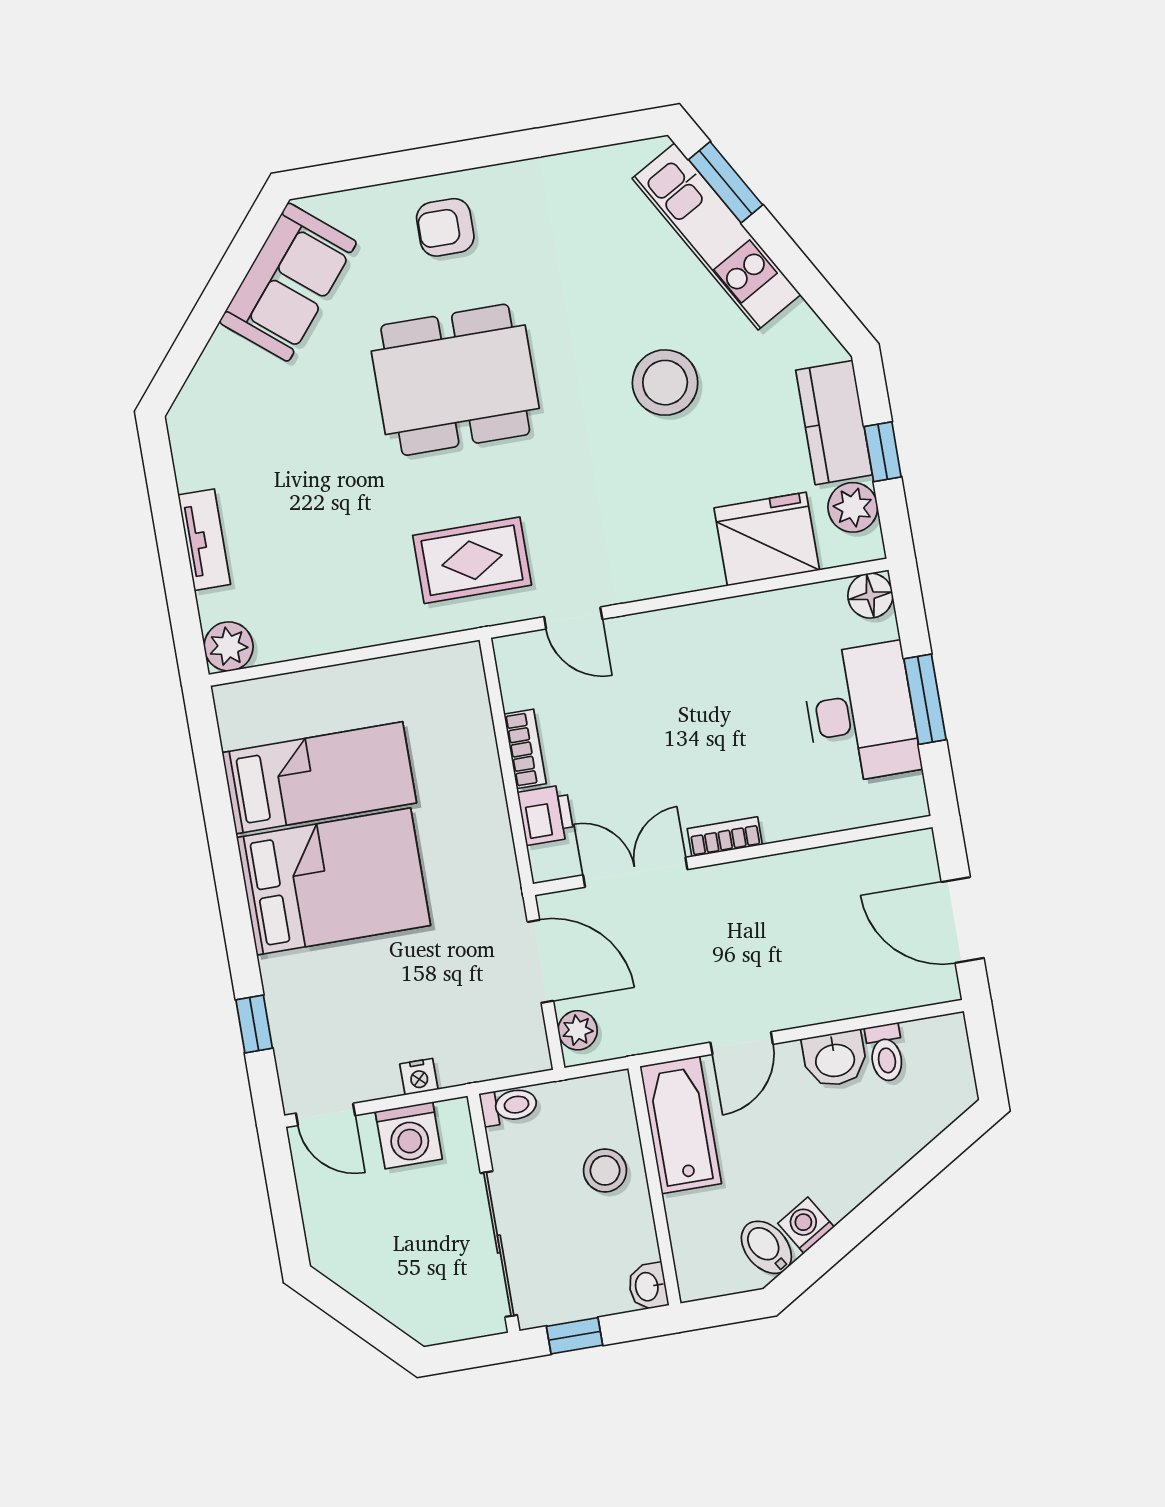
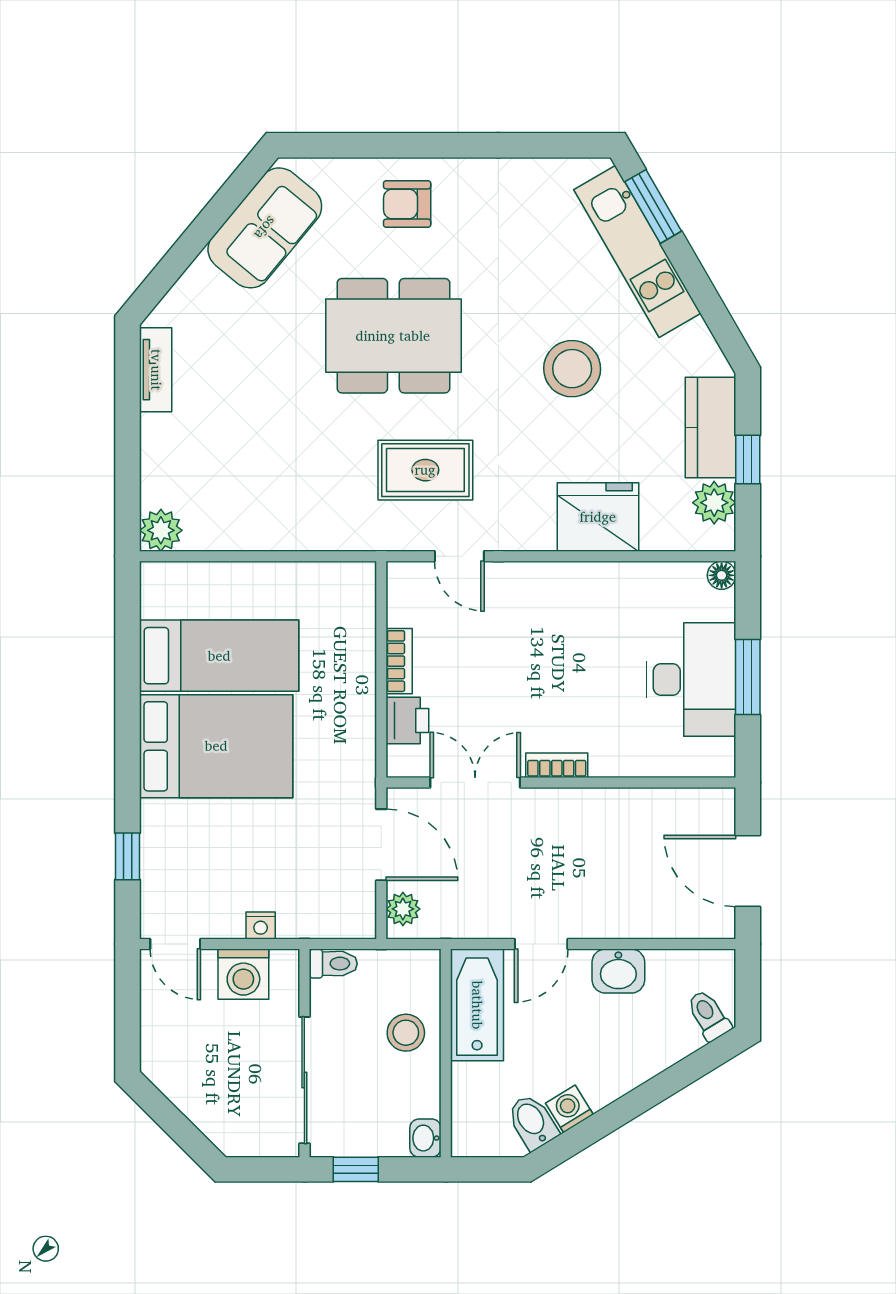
fridge: (767, 539) -> (598, 517), moved
tv unit: (204, 540) -> (156, 370), moved
rug: (472, 560) -> (425, 470), moved
floor lamp: (870, 596) -> (722, 575), width x0.73, depth x0.73
toilet: (886, 1053) -> (709, 1015), moved, turned 148

